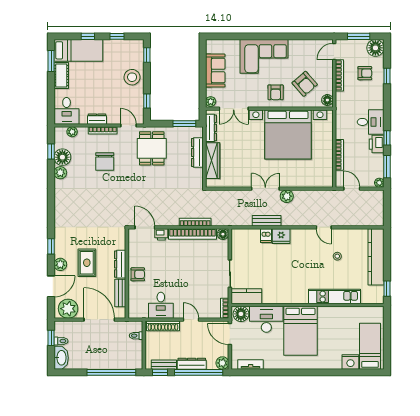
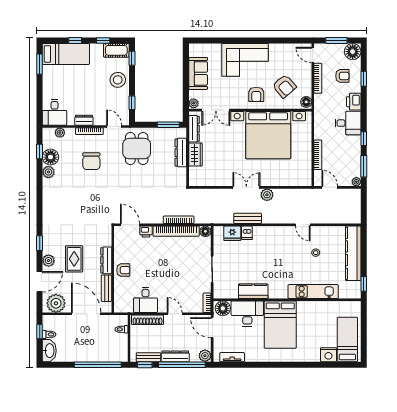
door: (334, 51) -> (313, 55), hinge flipped
cot: (61, 75) -> (116, 50), moved, turned 90
printer: (377, 144) -> (354, 102), moved
wardrobe: (213, 161) -> (195, 155), width x0.67
fridge: (281, 236) -> (232, 233), moved
kitchen counter: (246, 296) -> (253, 291), moved

